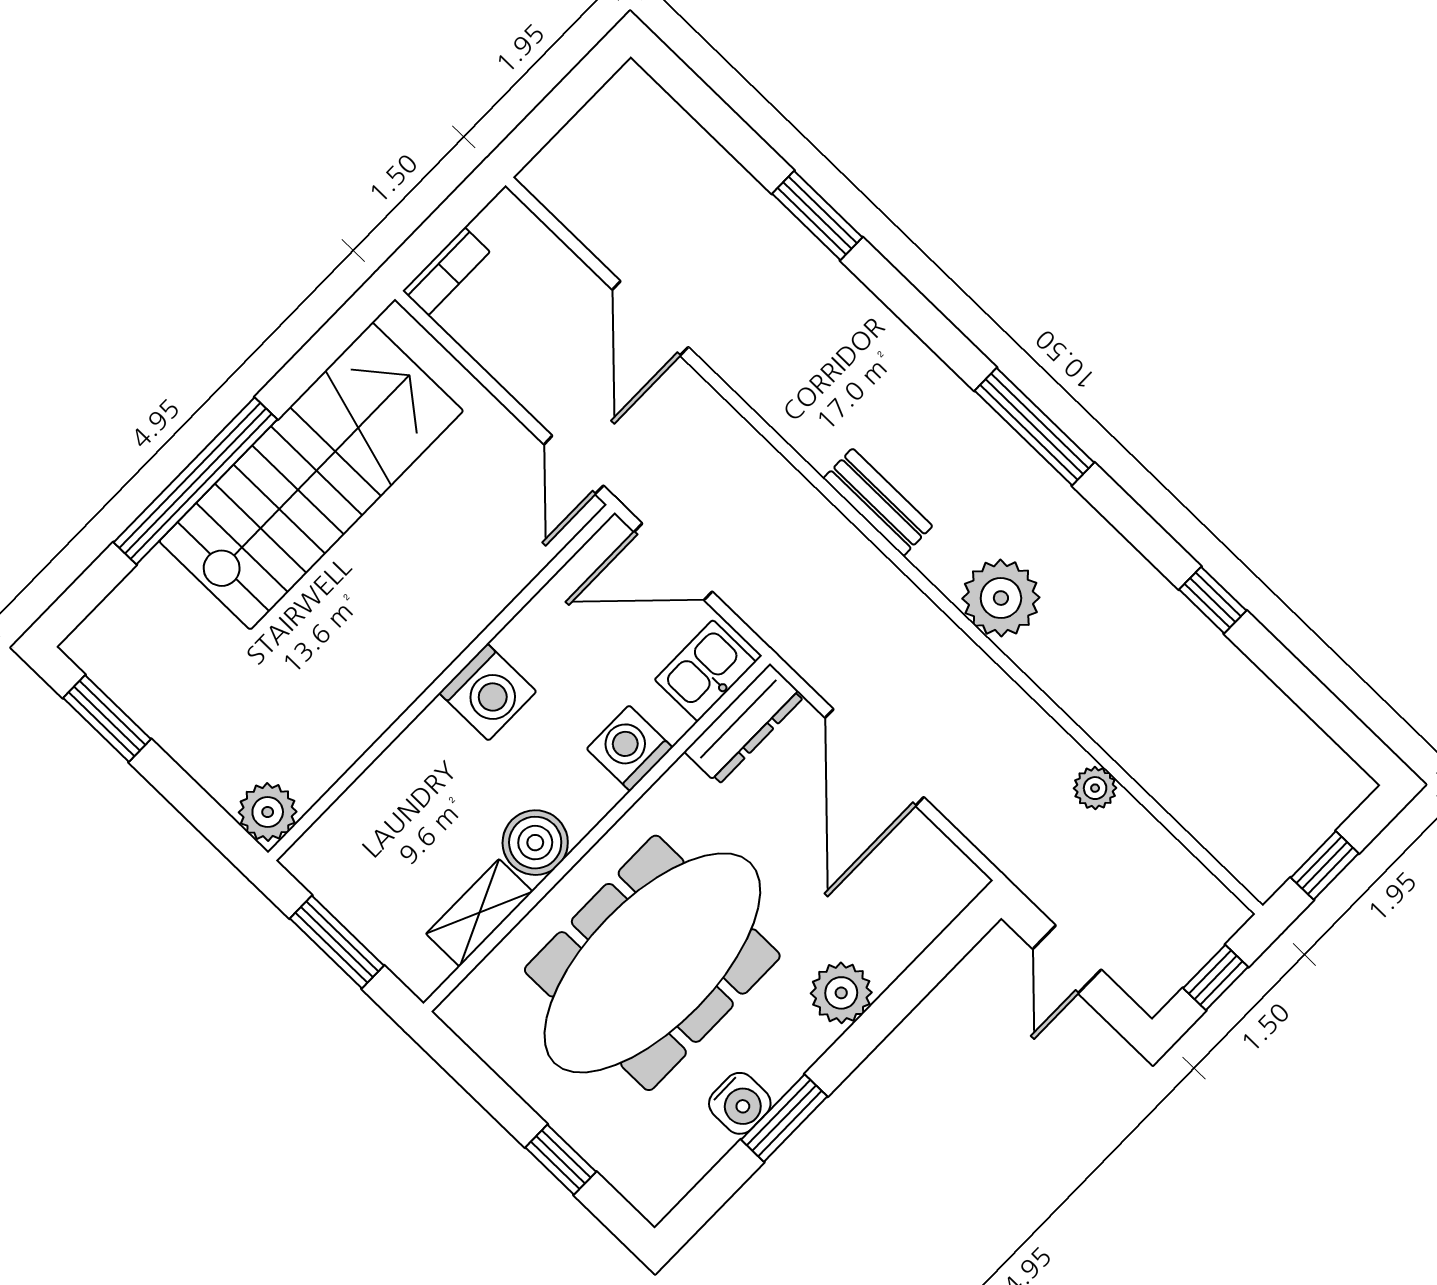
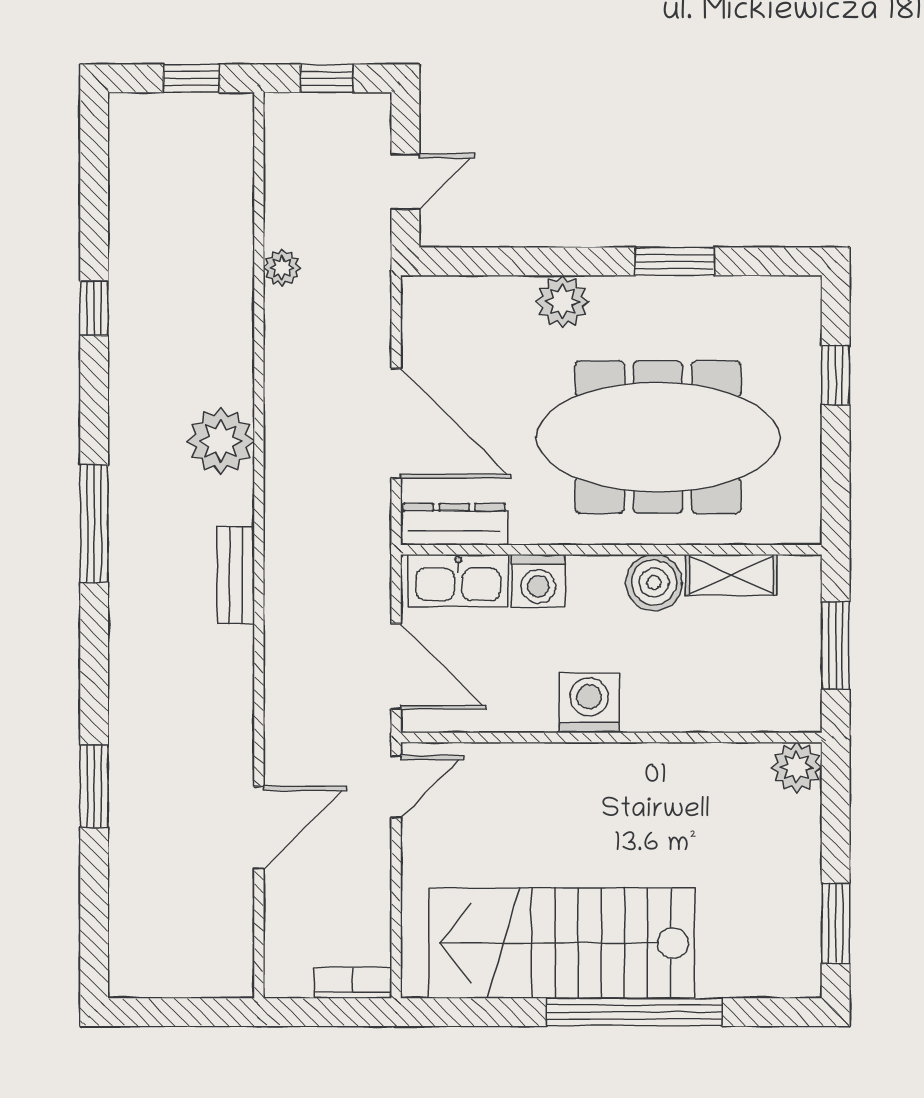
kitchen sink: (705, 671) -> (458, 581), width x1.38
door: (874, 757) -> (396, 423), hinge flipped
water cooler: (740, 1103) -> (692, 298), removed

